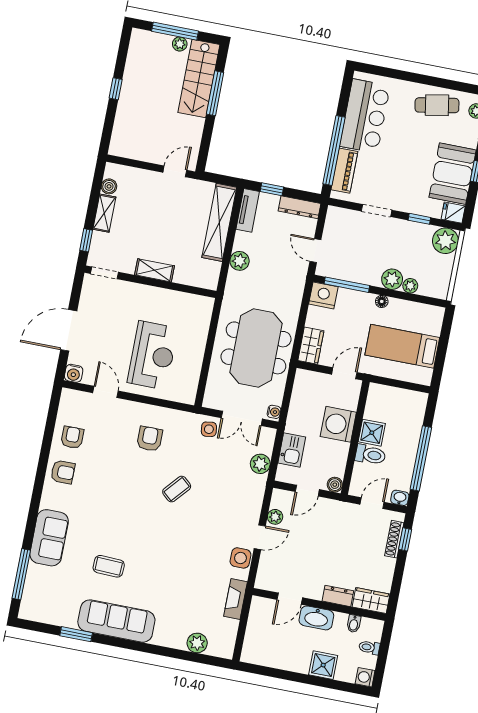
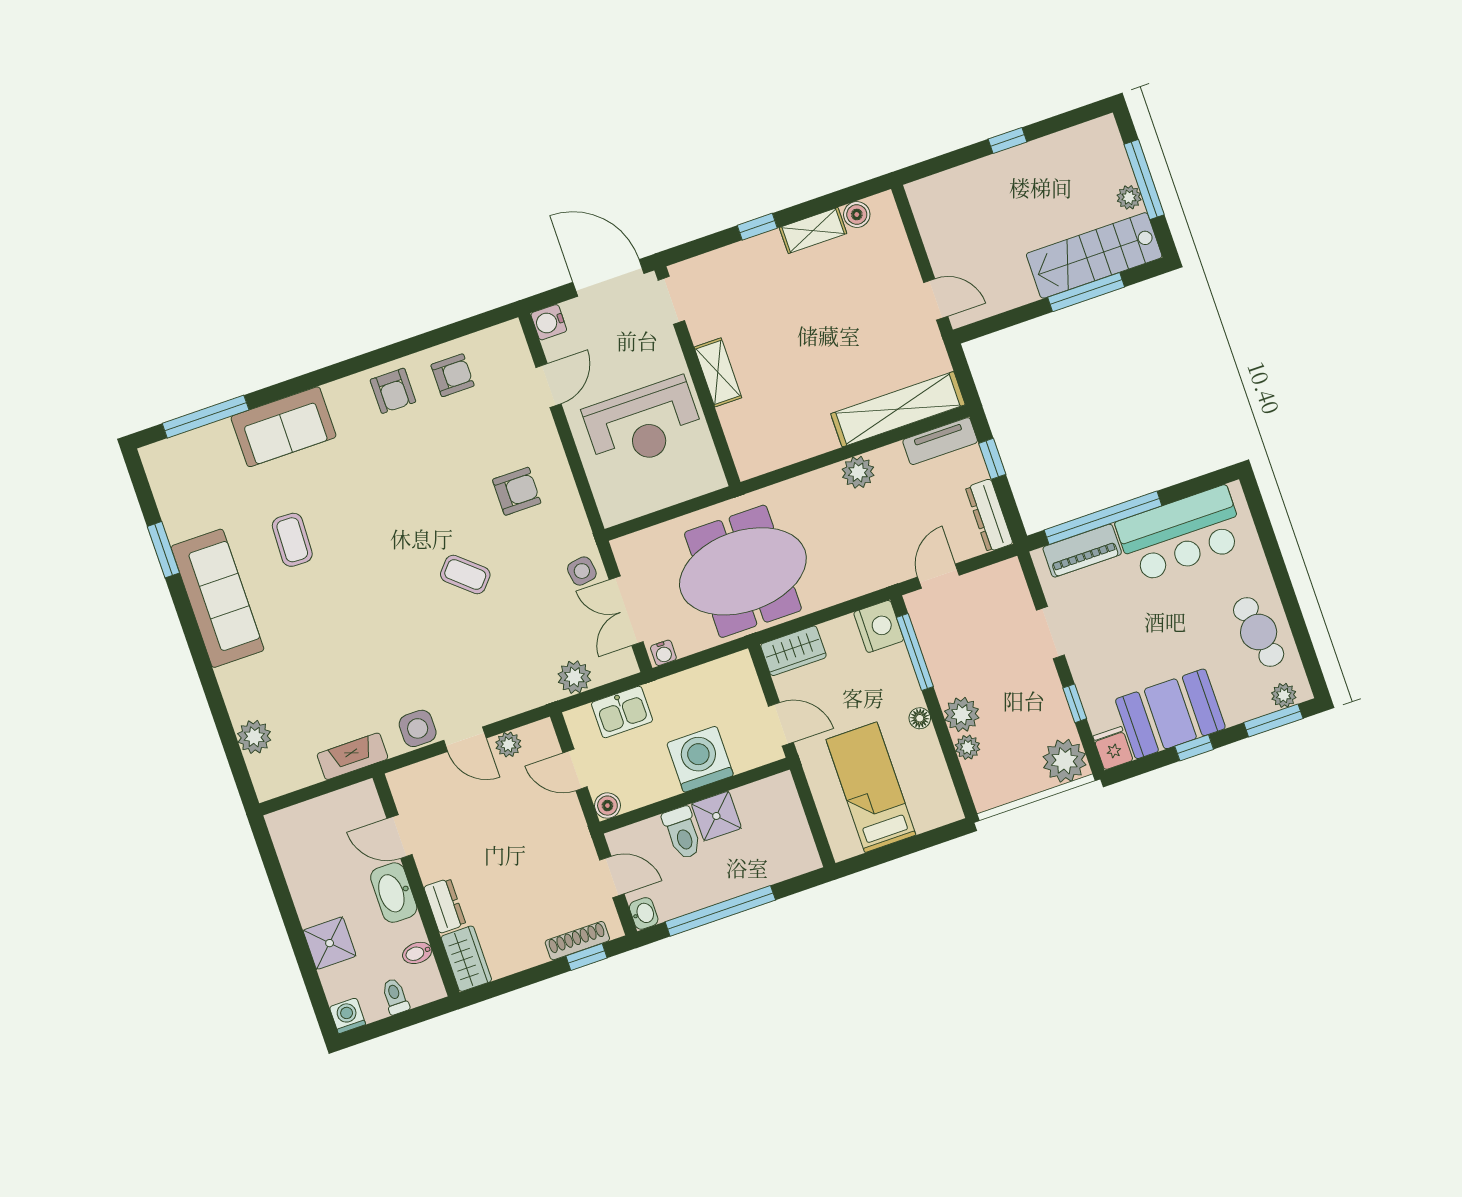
shelving: (155, 270) -> (718, 372), moved
doorway: (105, 273) -> (671, 300), moved
wall: (151, 282) -> (697, 376), moved

